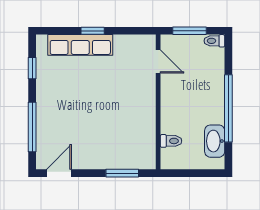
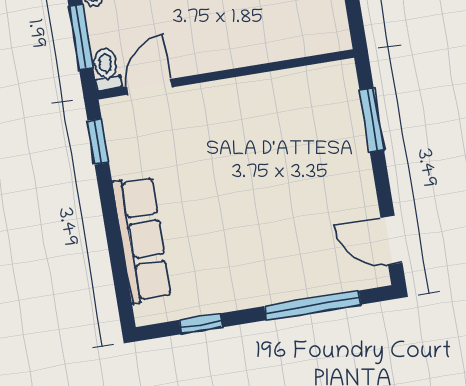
window: (93, 31) -> (98, 142), moved
toilet: (171, 141) -> (106, 69), moved

